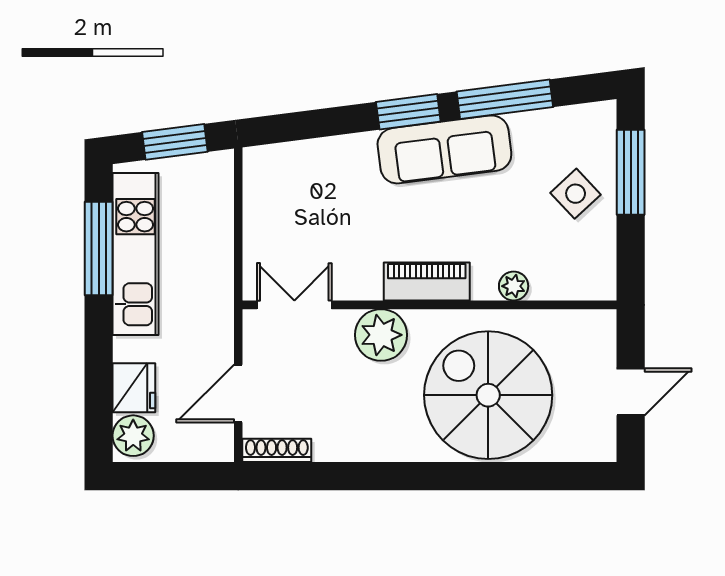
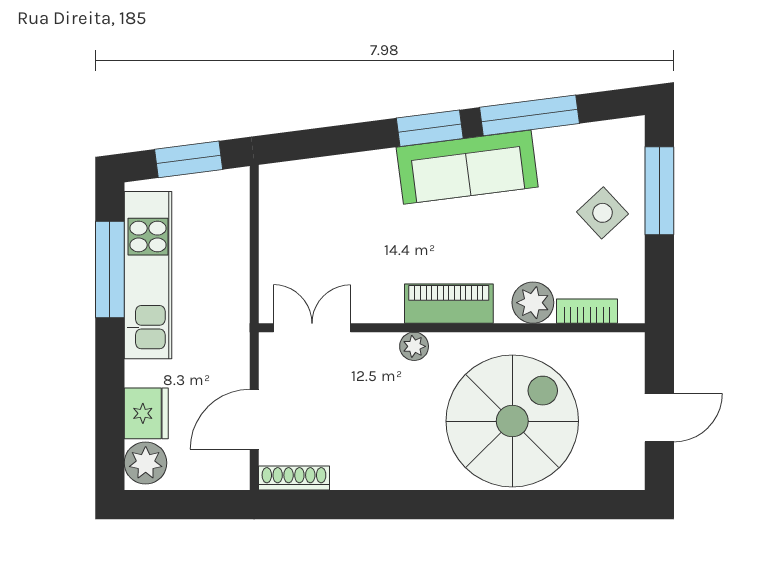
plant: (514, 286) -> (533, 303), width x1.38, depth x1.38
bookcase: (560, 289) -> (587, 311), added
plant: (381, 335) -> (414, 346), width x0.53, depth x0.53
spiral stairs: (488, 395) -> (512, 421), turned 90

